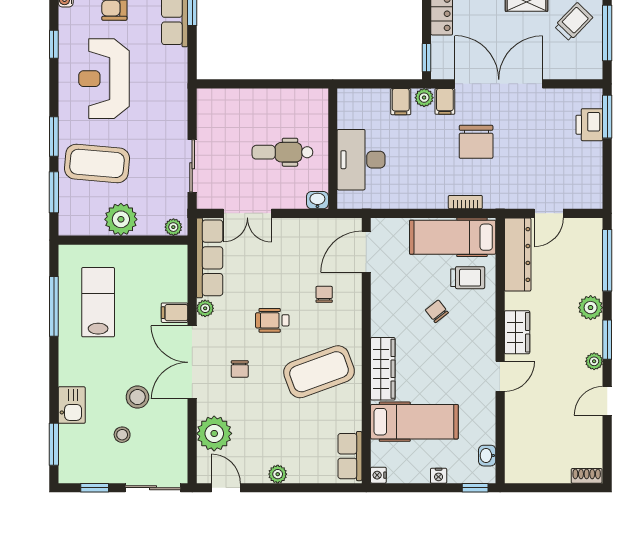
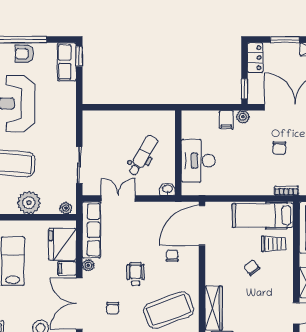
filing cabinet: (445, 101) -> (257, 120), removed
chair: (476, 142) -> (279, 148), width x0.54, depth x0.54
dental chair: (282, 152) -> (143, 155), turned 120
bookcase: (465, 202) -> (286, 191), moved
double door: (247, 213) -> (118, 198), swing flipped
door: (366, 252) -> (202, 225), width x1.36
fridge: (168, 278) -> (62, 244), added
wheelchair: (272, 320) -> (136, 274), turned 90

